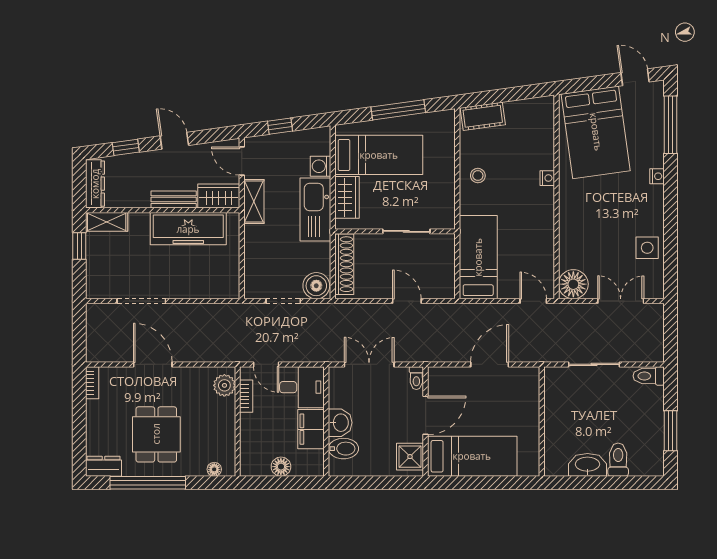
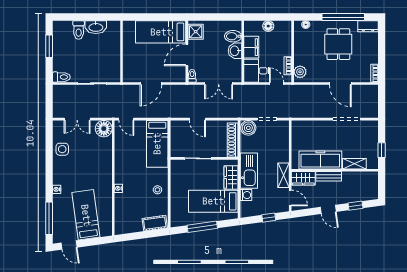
bed: (596, 132) -> (86, 215), width x0.67
dresser: (95, 184) -> (373, 185), removed
shelving: (107, 222) -> (354, 164), moved

